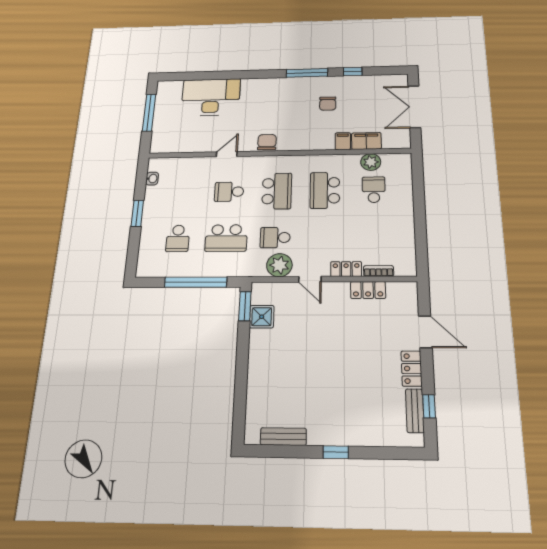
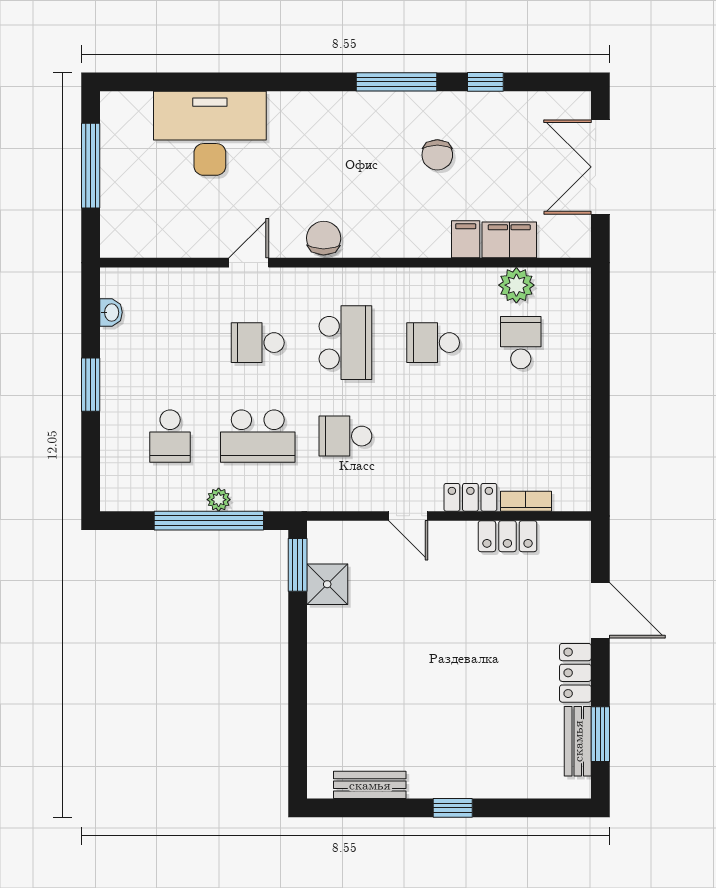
school desk: (325, 190) -> (433, 343), width x0.54
plant: (279, 265) -> (219, 500), moved, width x0.53, depth x0.53
window: (429, 406) -> (600, 734), width x1.50

